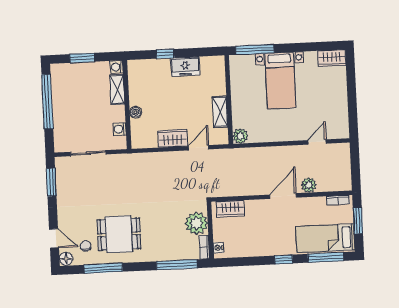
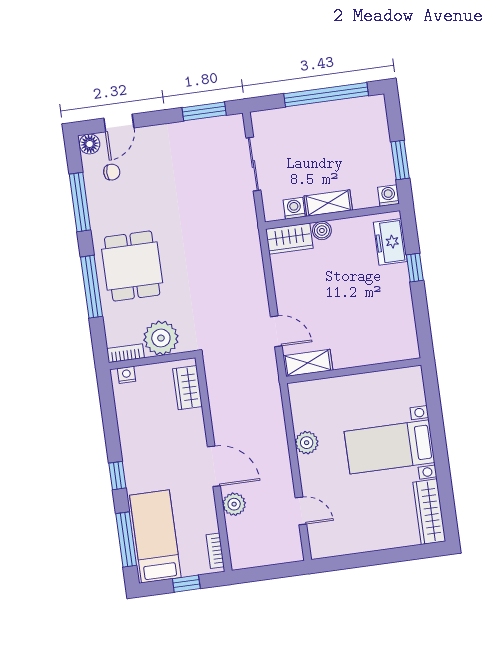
window: (255, 49) -> (433, 404), removed
window: (82, 58) -> (400, 160), moved
wardrobe: (332, 58) -> (429, 512), width x1.50
freezer: (185, 67) -> (390, 242), moved
shelving: (117, 89) -> (328, 203), moved
shelving: (220, 112) -> (308, 363), moved
plant: (240, 136) -> (307, 443), moved
wardrobe: (173, 138) -> (289, 239), moved, turned 90
window: (358, 221) -> (186, 584), width x0.67
dining table: (119, 234) -> (132, 266), moved
window: (177, 265) -> (91, 287), moved

